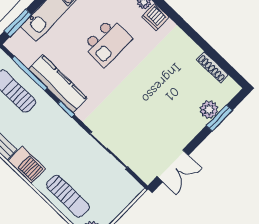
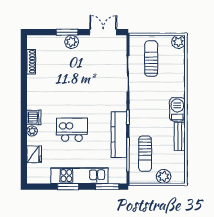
plant: (209, 110) -> (72, 42), moved
window: (219, 118) -> (67, 32), moved
sun lounger: (68, 196) -> (151, 59), moved

